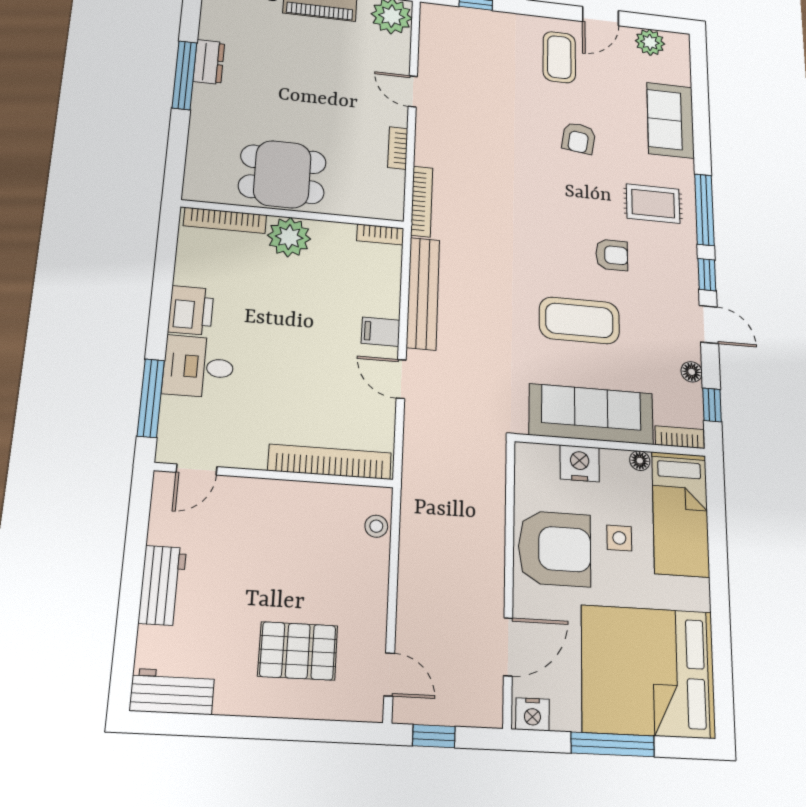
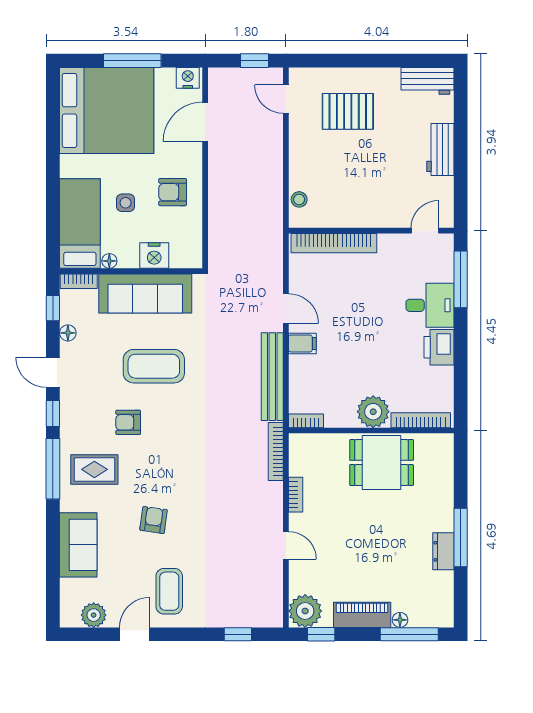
armchair: (555, 549) -> (173, 192), width x0.53, depth x0.53

